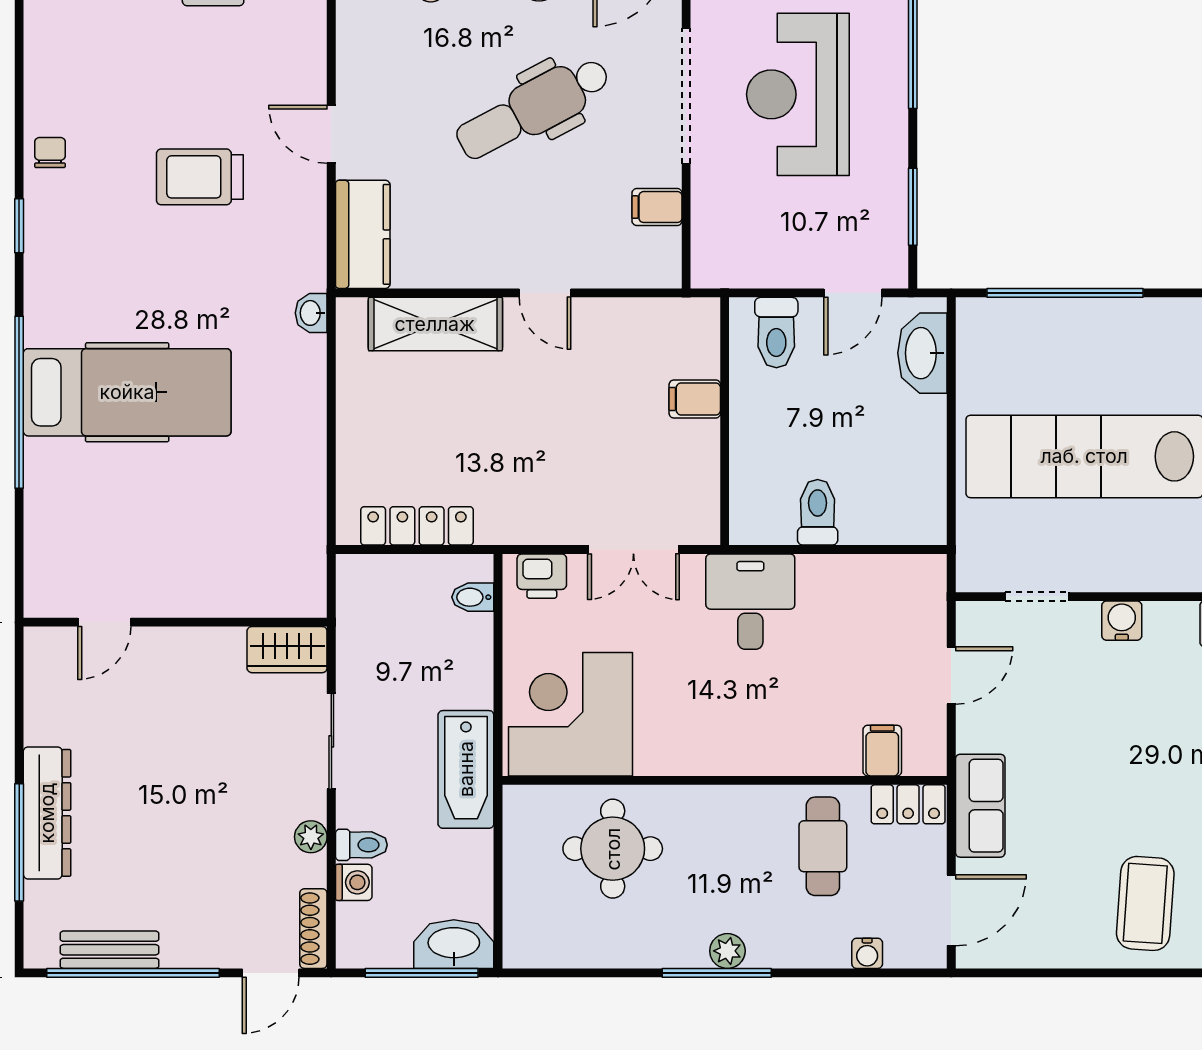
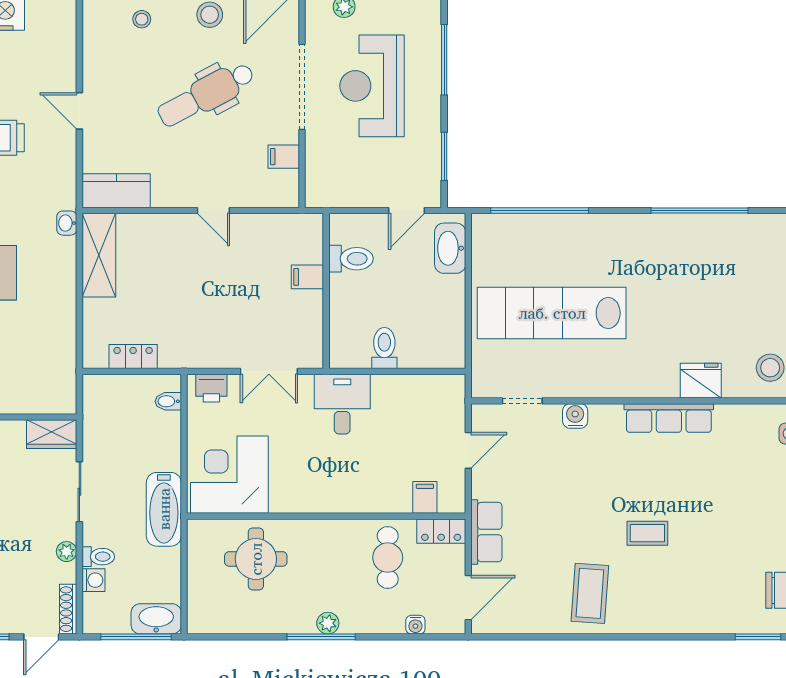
kitchen counter: (363, 234) -> (116, 191), moved, turned -90
shelving: (435, 324) -> (99, 255), moved, turned 90
toilet: (776, 333) -> (351, 259), moved, turned -90
locker: (417, 526) -> (133, 357), width x0.66

